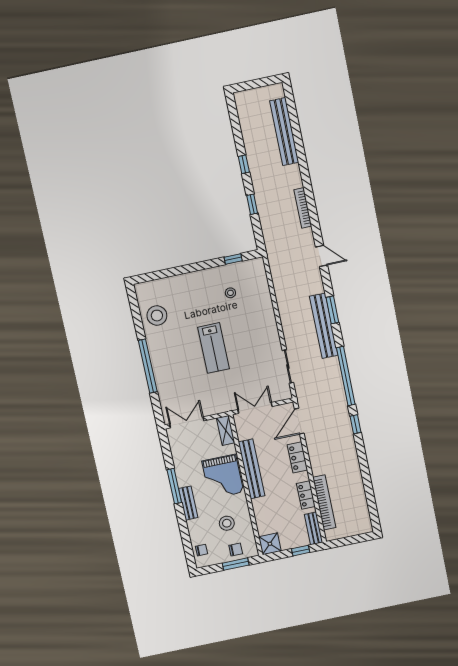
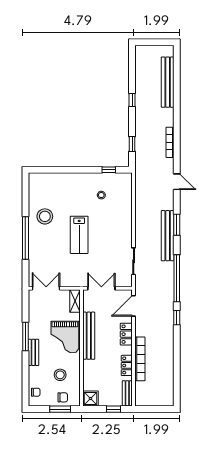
window: (252, 204) -> (132, 144), moved
stool: (157, 316) -> (45, 216), moved
bookcase: (324, 502) -> (140, 359), moved

